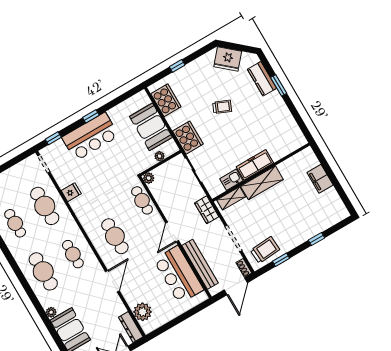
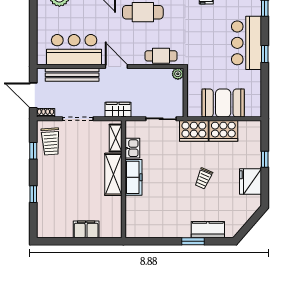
fridge: (228, 59) -> (250, 181), moved, turned -41
cooker: (166, 100) -> (223, 131), moved
plant: (160, 156) -> (192, 95), removed

